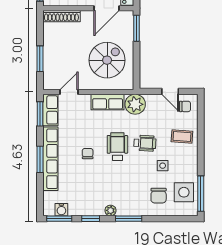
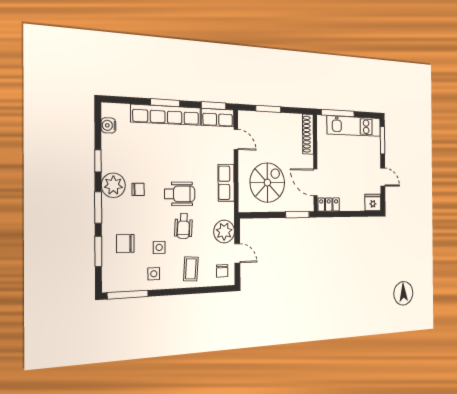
spiral stairs: (107, 60) -> (267, 183), turned -90
door: (170, 91) -> (237, 253), swing flipped
plant: (135, 104) -> (224, 232), moved
chair: (88, 154) -> (138, 189), moved
side table: (184, 192) -> (154, 274), moved, width x0.54, depth x0.54
plant: (110, 210) -> (113, 185), width x1.88, depth x1.88
window: (59, 219) -> (98, 251), moved

